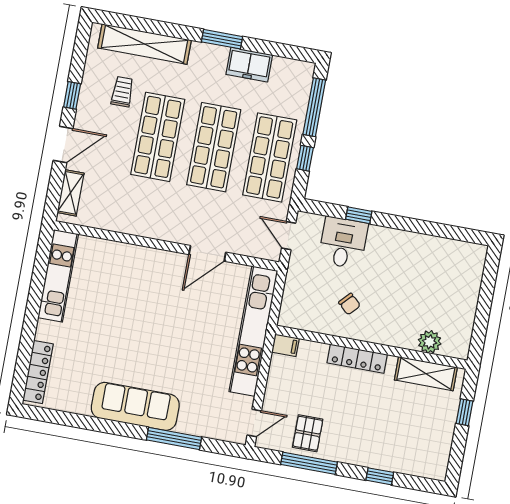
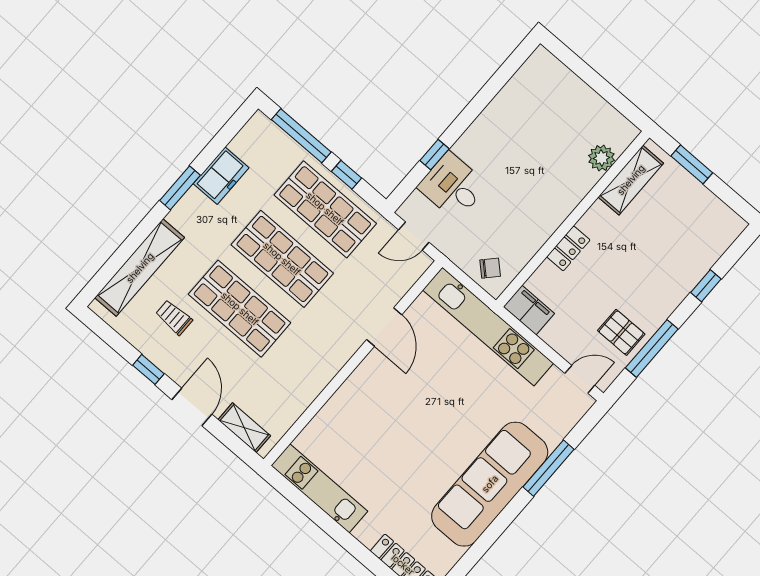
chair: (349, 304) -> (490, 268), moved
filing cabinet: (285, 345) -> (529, 310), width x2.00
locker: (357, 359) -> (568, 248), width x0.66
sofa: (135, 406) -> (490, 484), width x1.36, depth x1.27
window: (464, 412) -> (692, 164), width x1.50
door: (254, 423) -> (580, 379), hinge flipped

